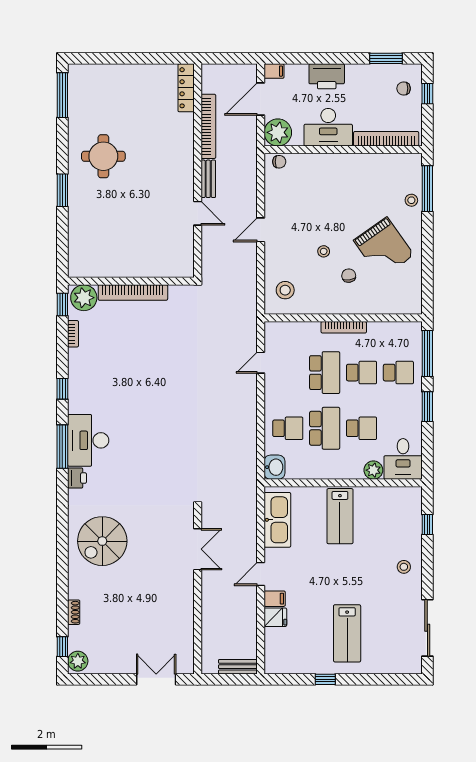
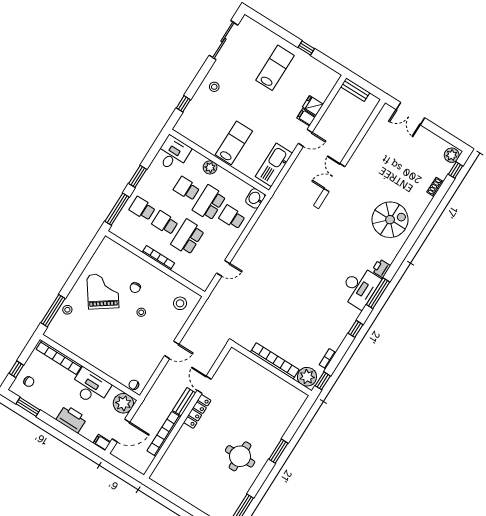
locker: (186, 88) -> (197, 411), moved
plant: (373, 470) -> (210, 167), moved

